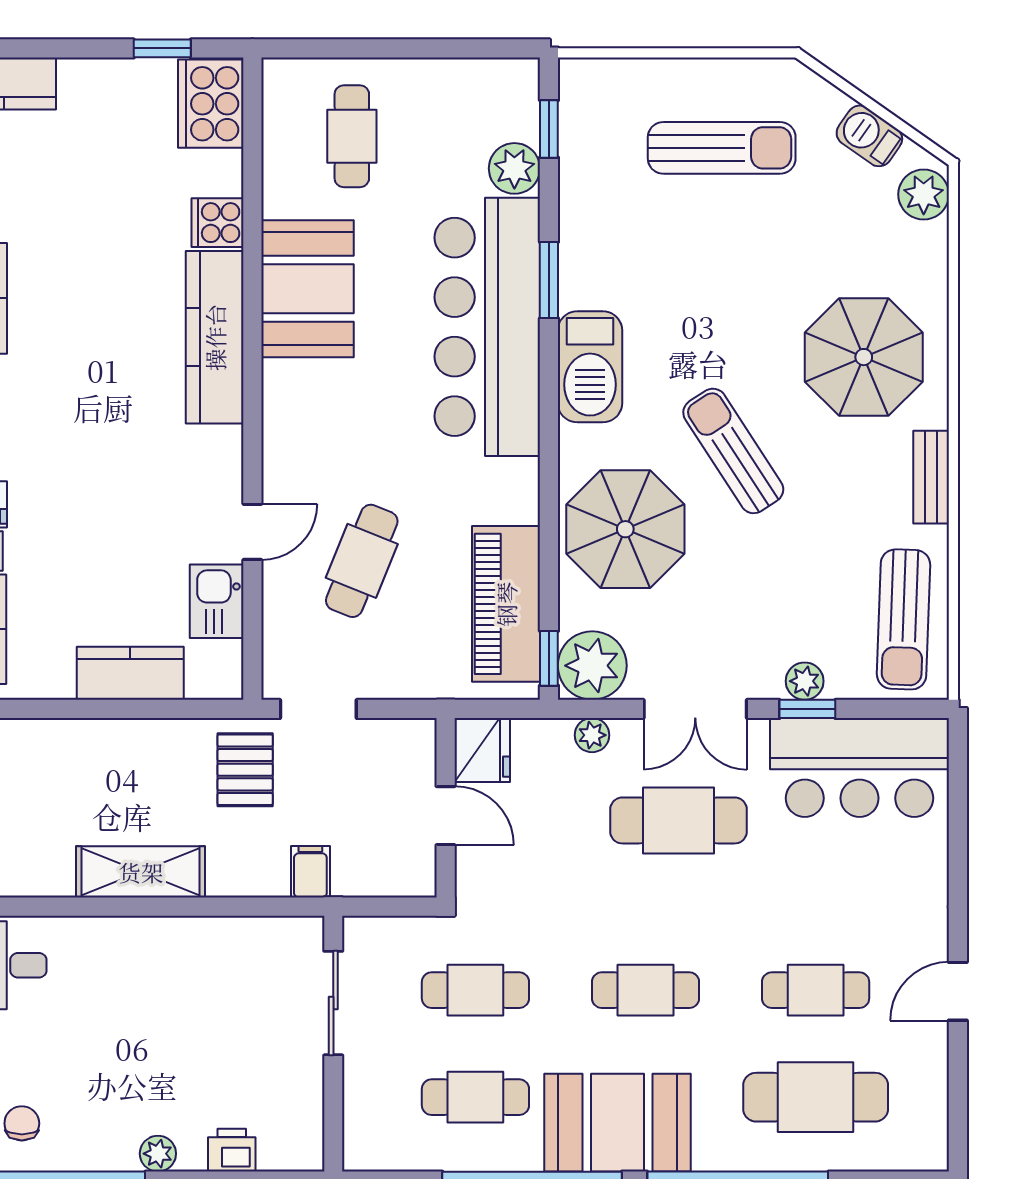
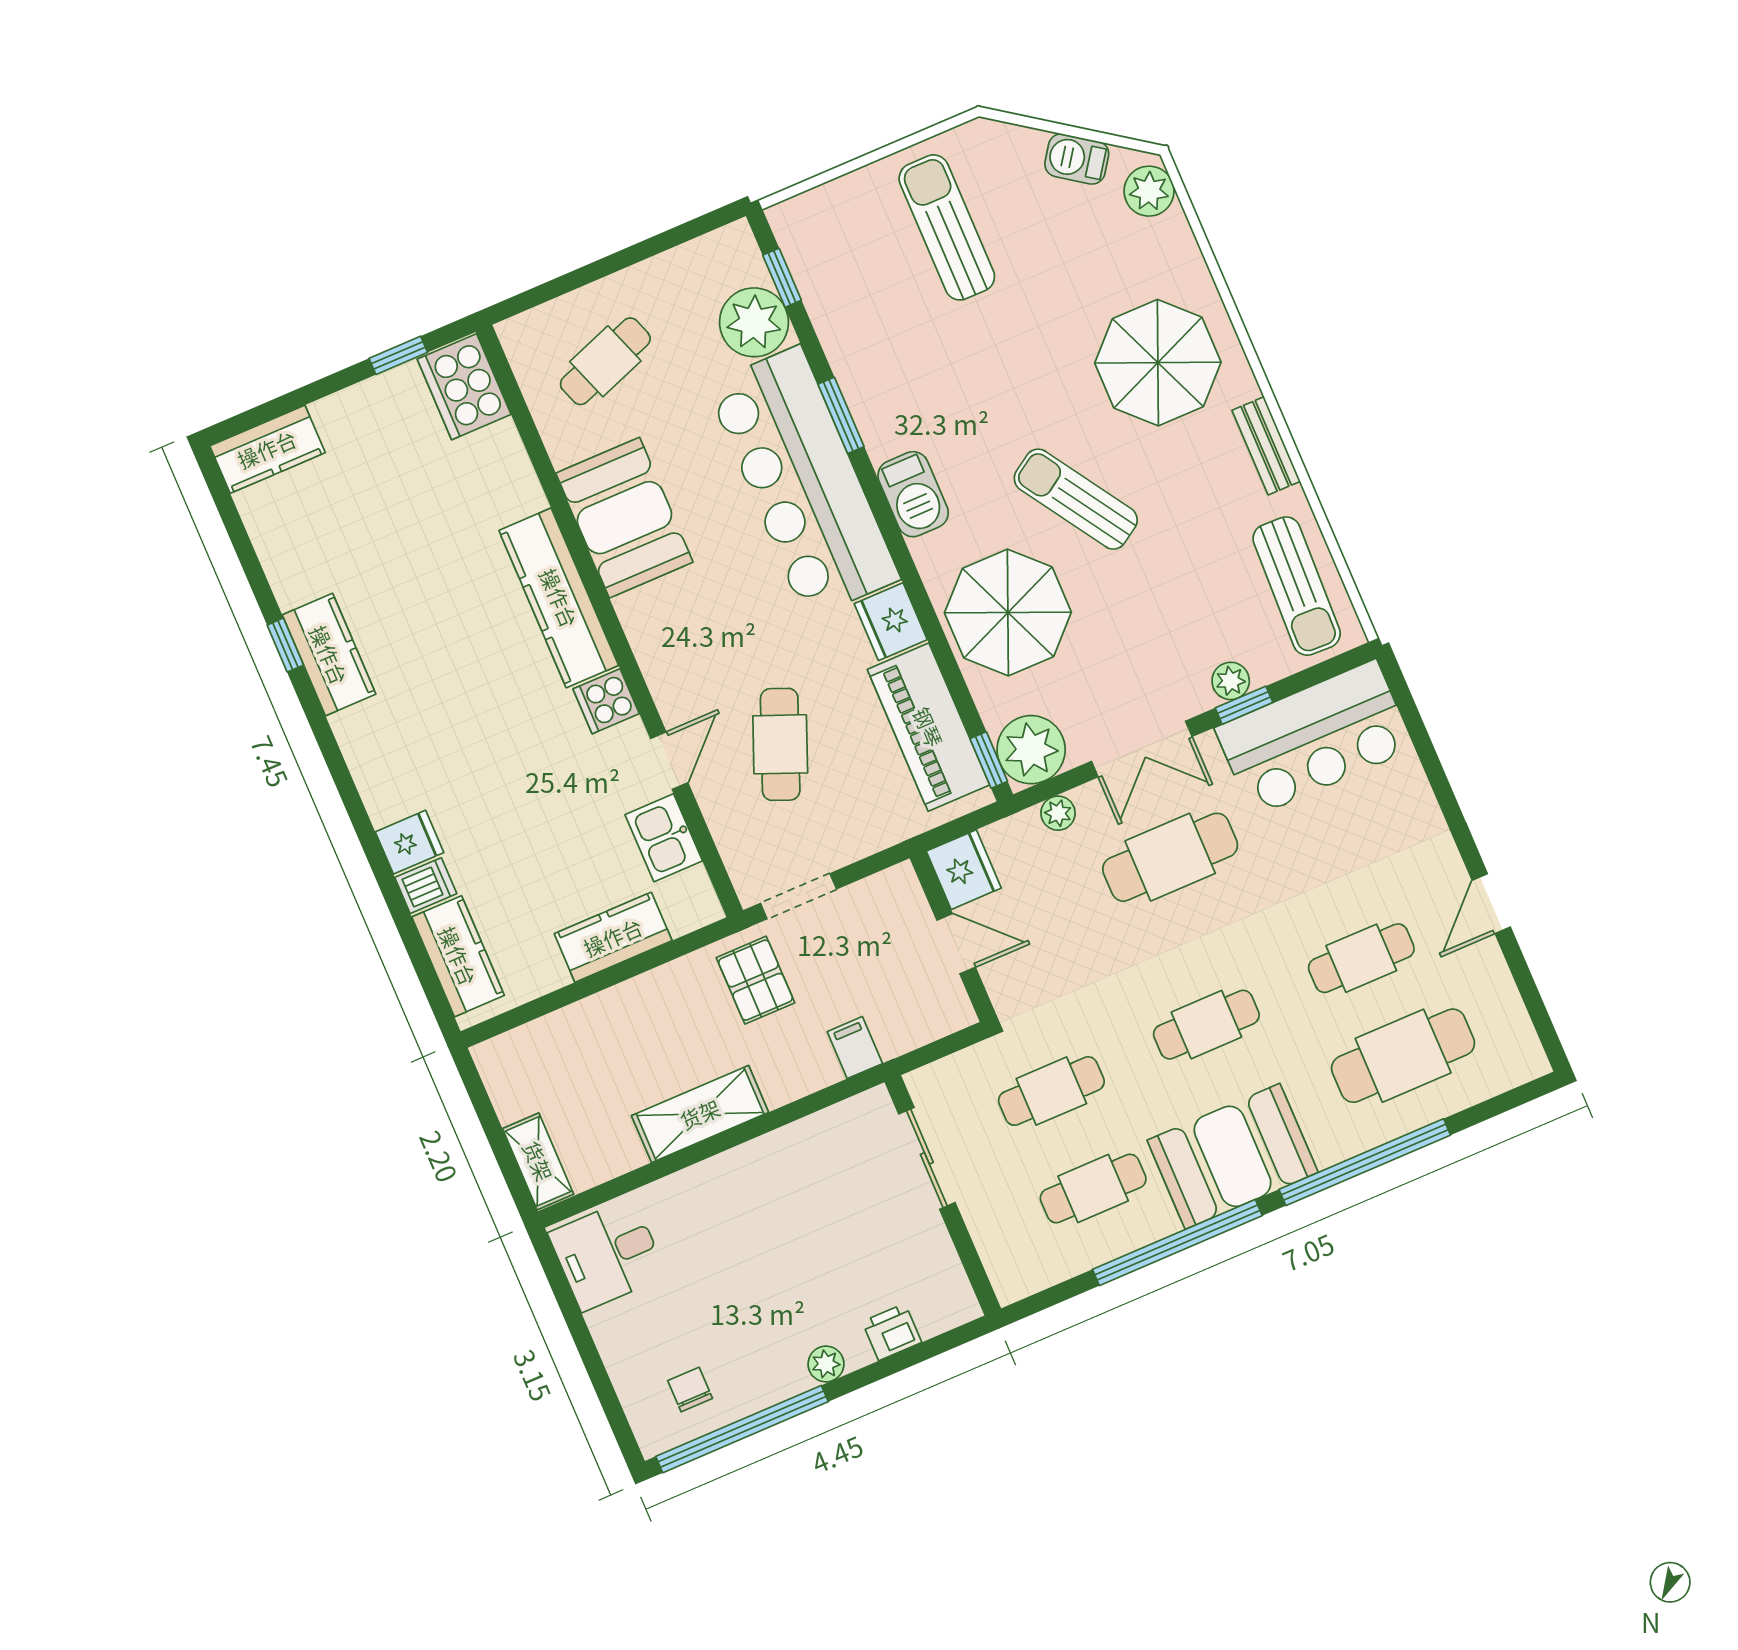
cafe table: (352, 136) -> (605, 361), turned 70
sun lounger: (722, 148) -> (947, 227), turned -90
plant: (514, 168) -> (754, 322), width x1.36, depth x1.36
cooker: (217, 223) -> (606, 701), moved
barbecue: (590, 367) -> (913, 494), width x0.73, depth x0.83
fridge: (513, 491) -> (891, 622), added

